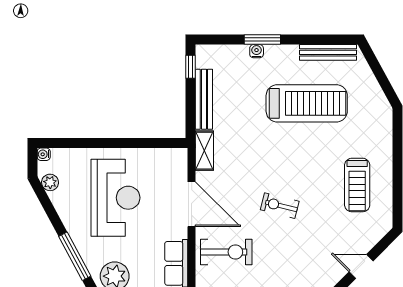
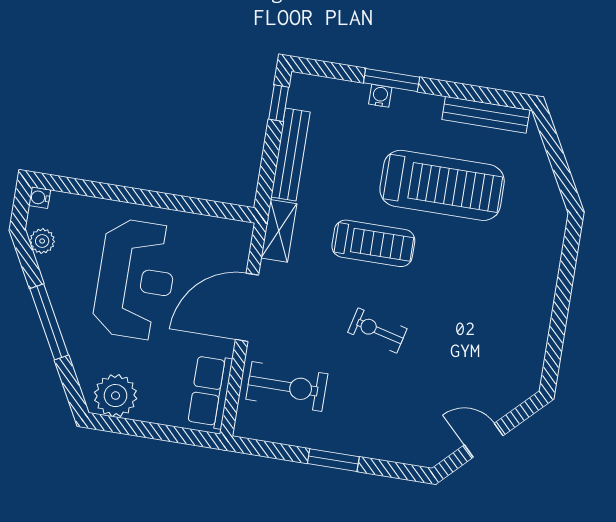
treadmill: (357, 185) -> (373, 243), moved, turned -90
door: (192, 204) -> (247, 307), swing flipped
window: (75, 256) -> (49, 322), moved

